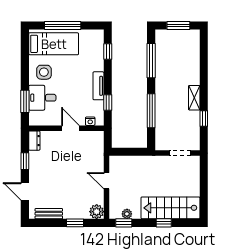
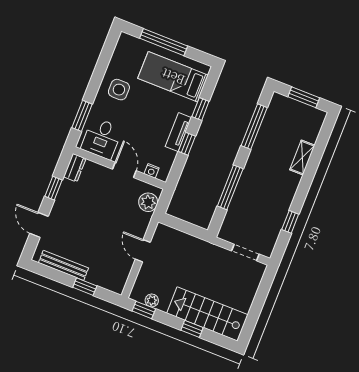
bed: (54, 44) -> (173, 77), moved, turned 180
window: (108, 52) -> (200, 109), moved
desk: (42, 98) -> (102, 138), moved, turned -90
shelving: (194, 98) -> (302, 157), moved
window: (108, 102) -> (187, 144), moved
plant: (97, 212) -> (148, 202), moved
bench: (49, 214) -> (63, 265), width x1.36

